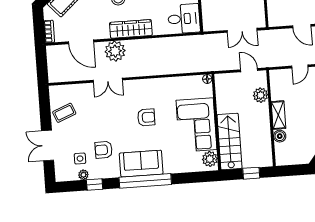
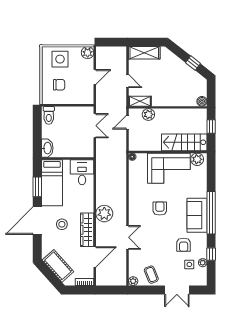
wardrobe: (131, 29) -> (87, 230), moved
plant: (115, 51) -> (104, 214), moved
plant: (55, 91) -> (133, 281), added
shelving: (278, 115) -> (140, 101), moved
boiler: (280, 136) -> (202, 101), moved

